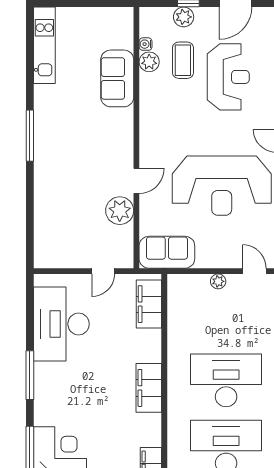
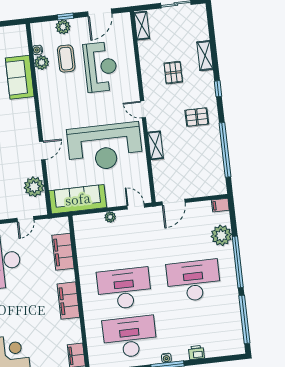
plant: (120, 211) -> (34, 187), moved
sofa: (167, 252) -> (78, 199), width x1.36
filing cabinet: (149, 304) -> (63, 252), moved

